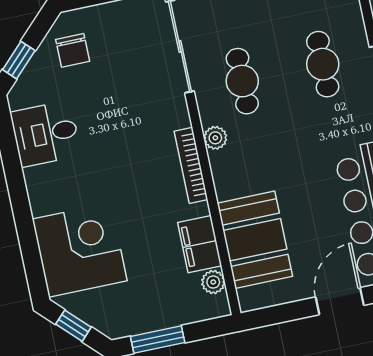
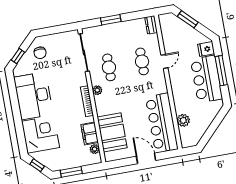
desk: (46, 134) -> (34, 96), width x1.87, depth x1.30
door: (340, 301) -> (146, 158), hinge flipped

